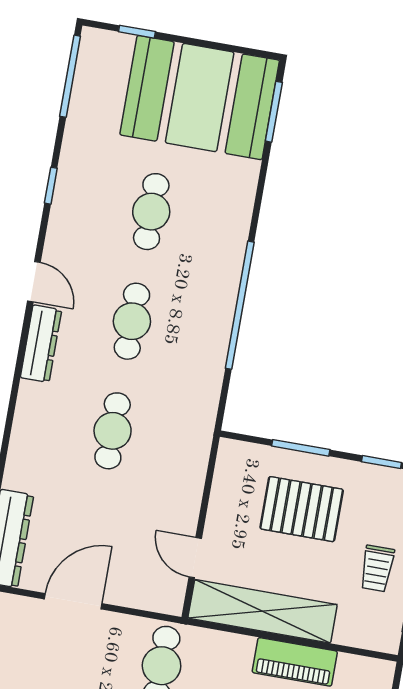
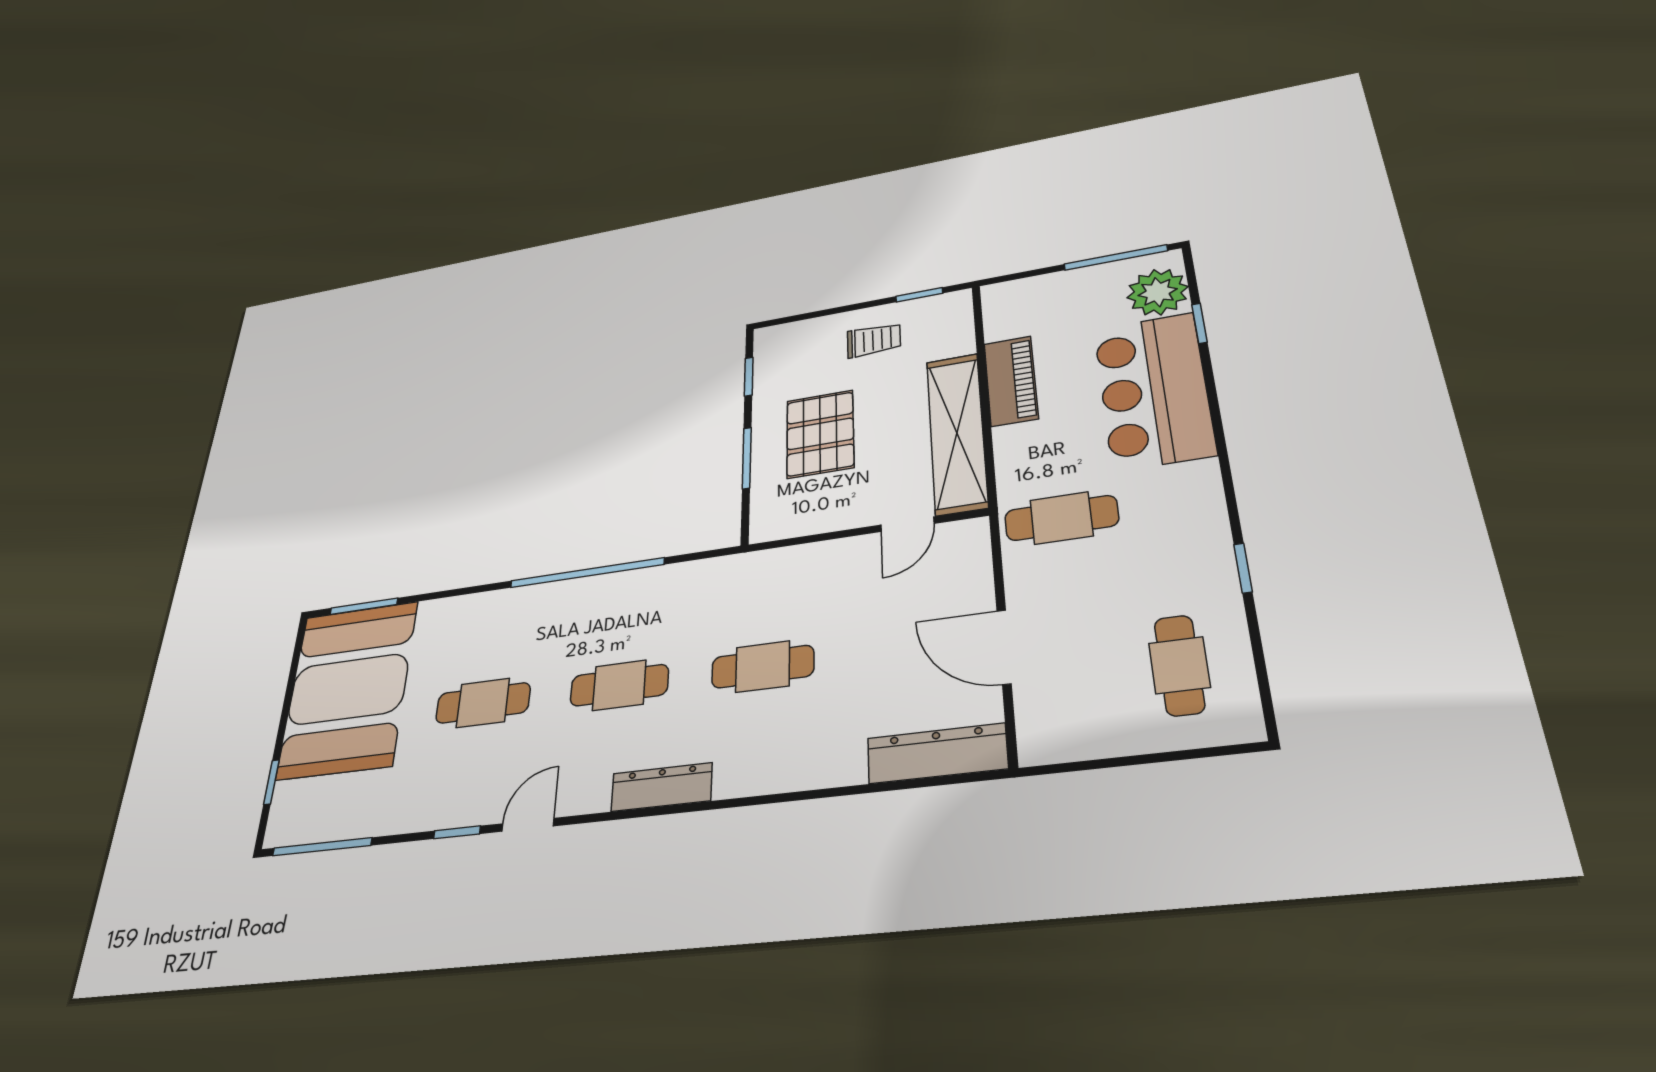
door: (34, 282) -> (528, 825), moved

